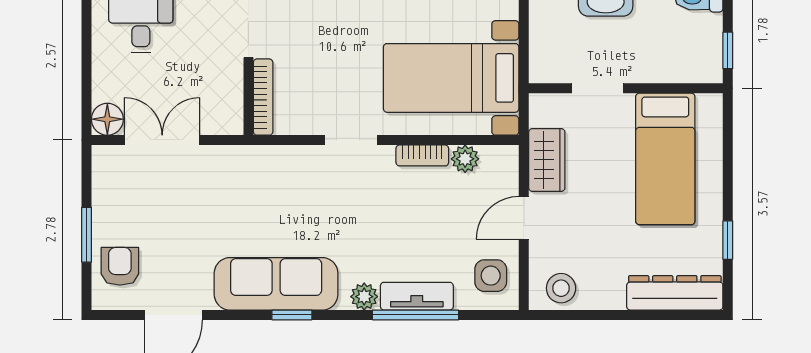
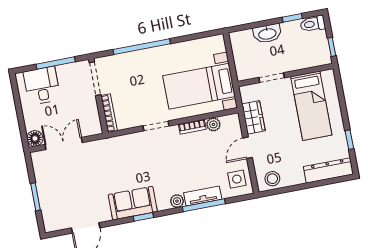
armchair: (120, 266) -> (55, 209), removed
sofa: (276, 284) -> (133, 203), width x0.73

